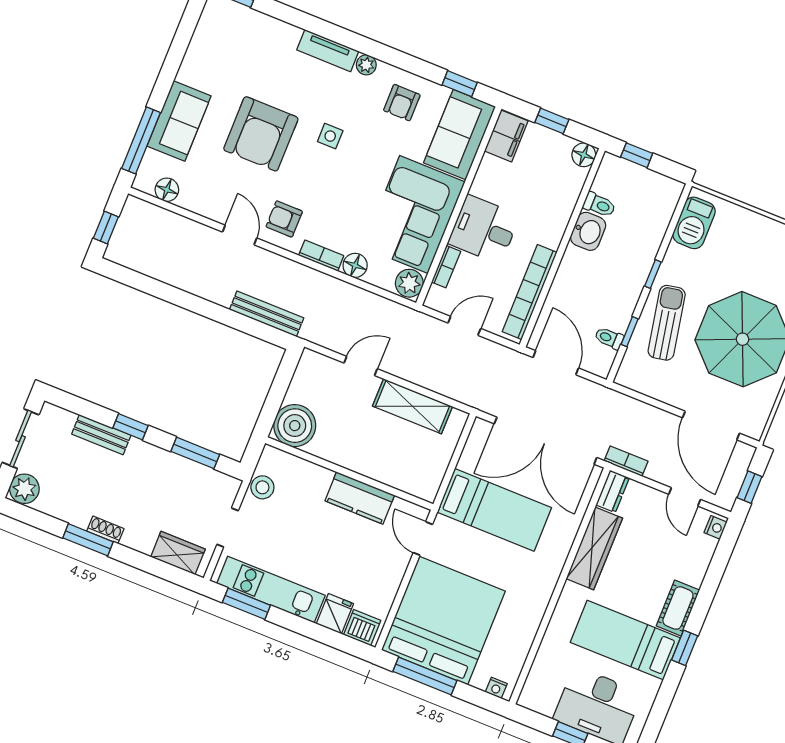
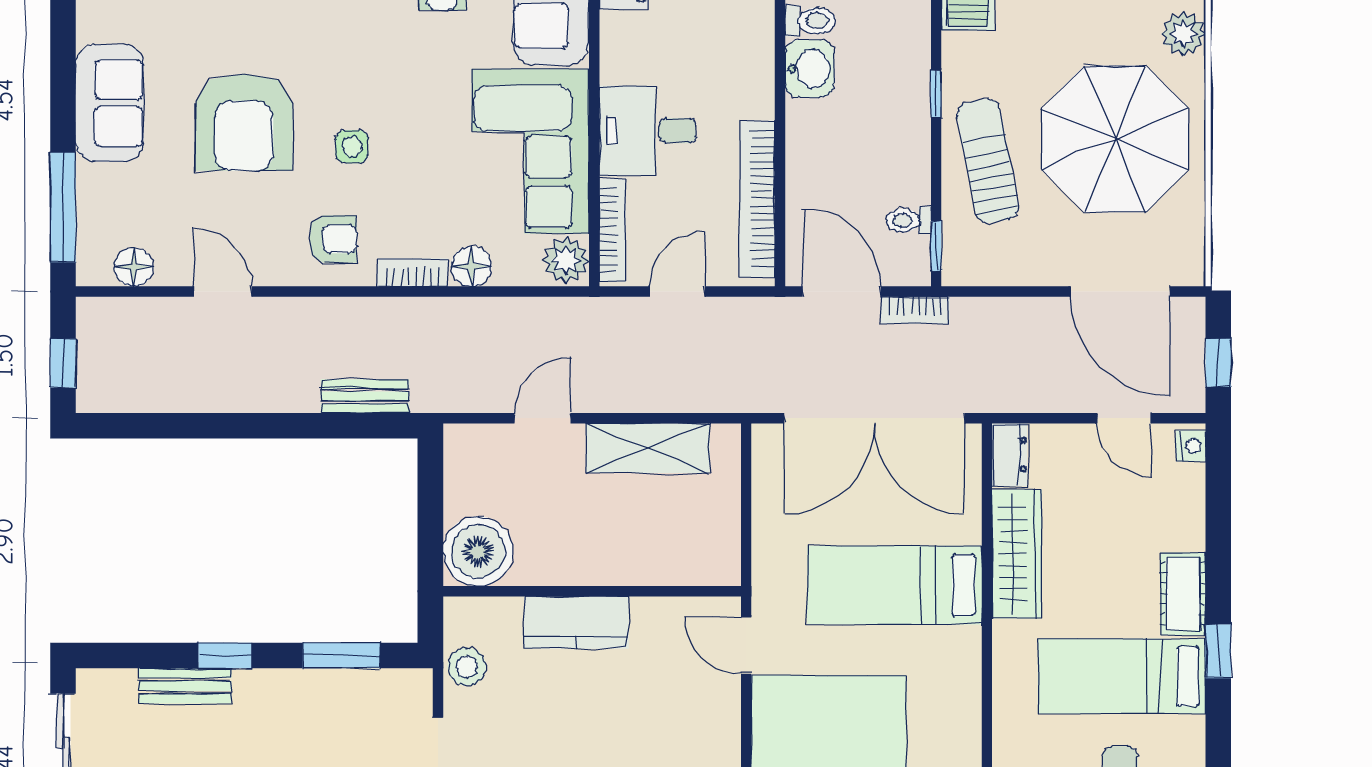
sofa: (179, 121) -> (110, 103), moved
side table: (330, 136) -> (352, 147), moved
armchair: (284, 219) -> (333, 239), turned 180
door: (240, 235) -> (223, 292), moved
bookcase: (446, 267) -> (612, 230), width x1.56
bench: (267, 314) -> (365, 396), width x0.73
window: (630, 332) -> (936, 246), moved
bookcase: (626, 461) -> (915, 310), moved, turned 180
kitchen counter: (360, 498) -> (576, 622), moved
bed: (494, 510) -> (895, 585), moved, turned 180

